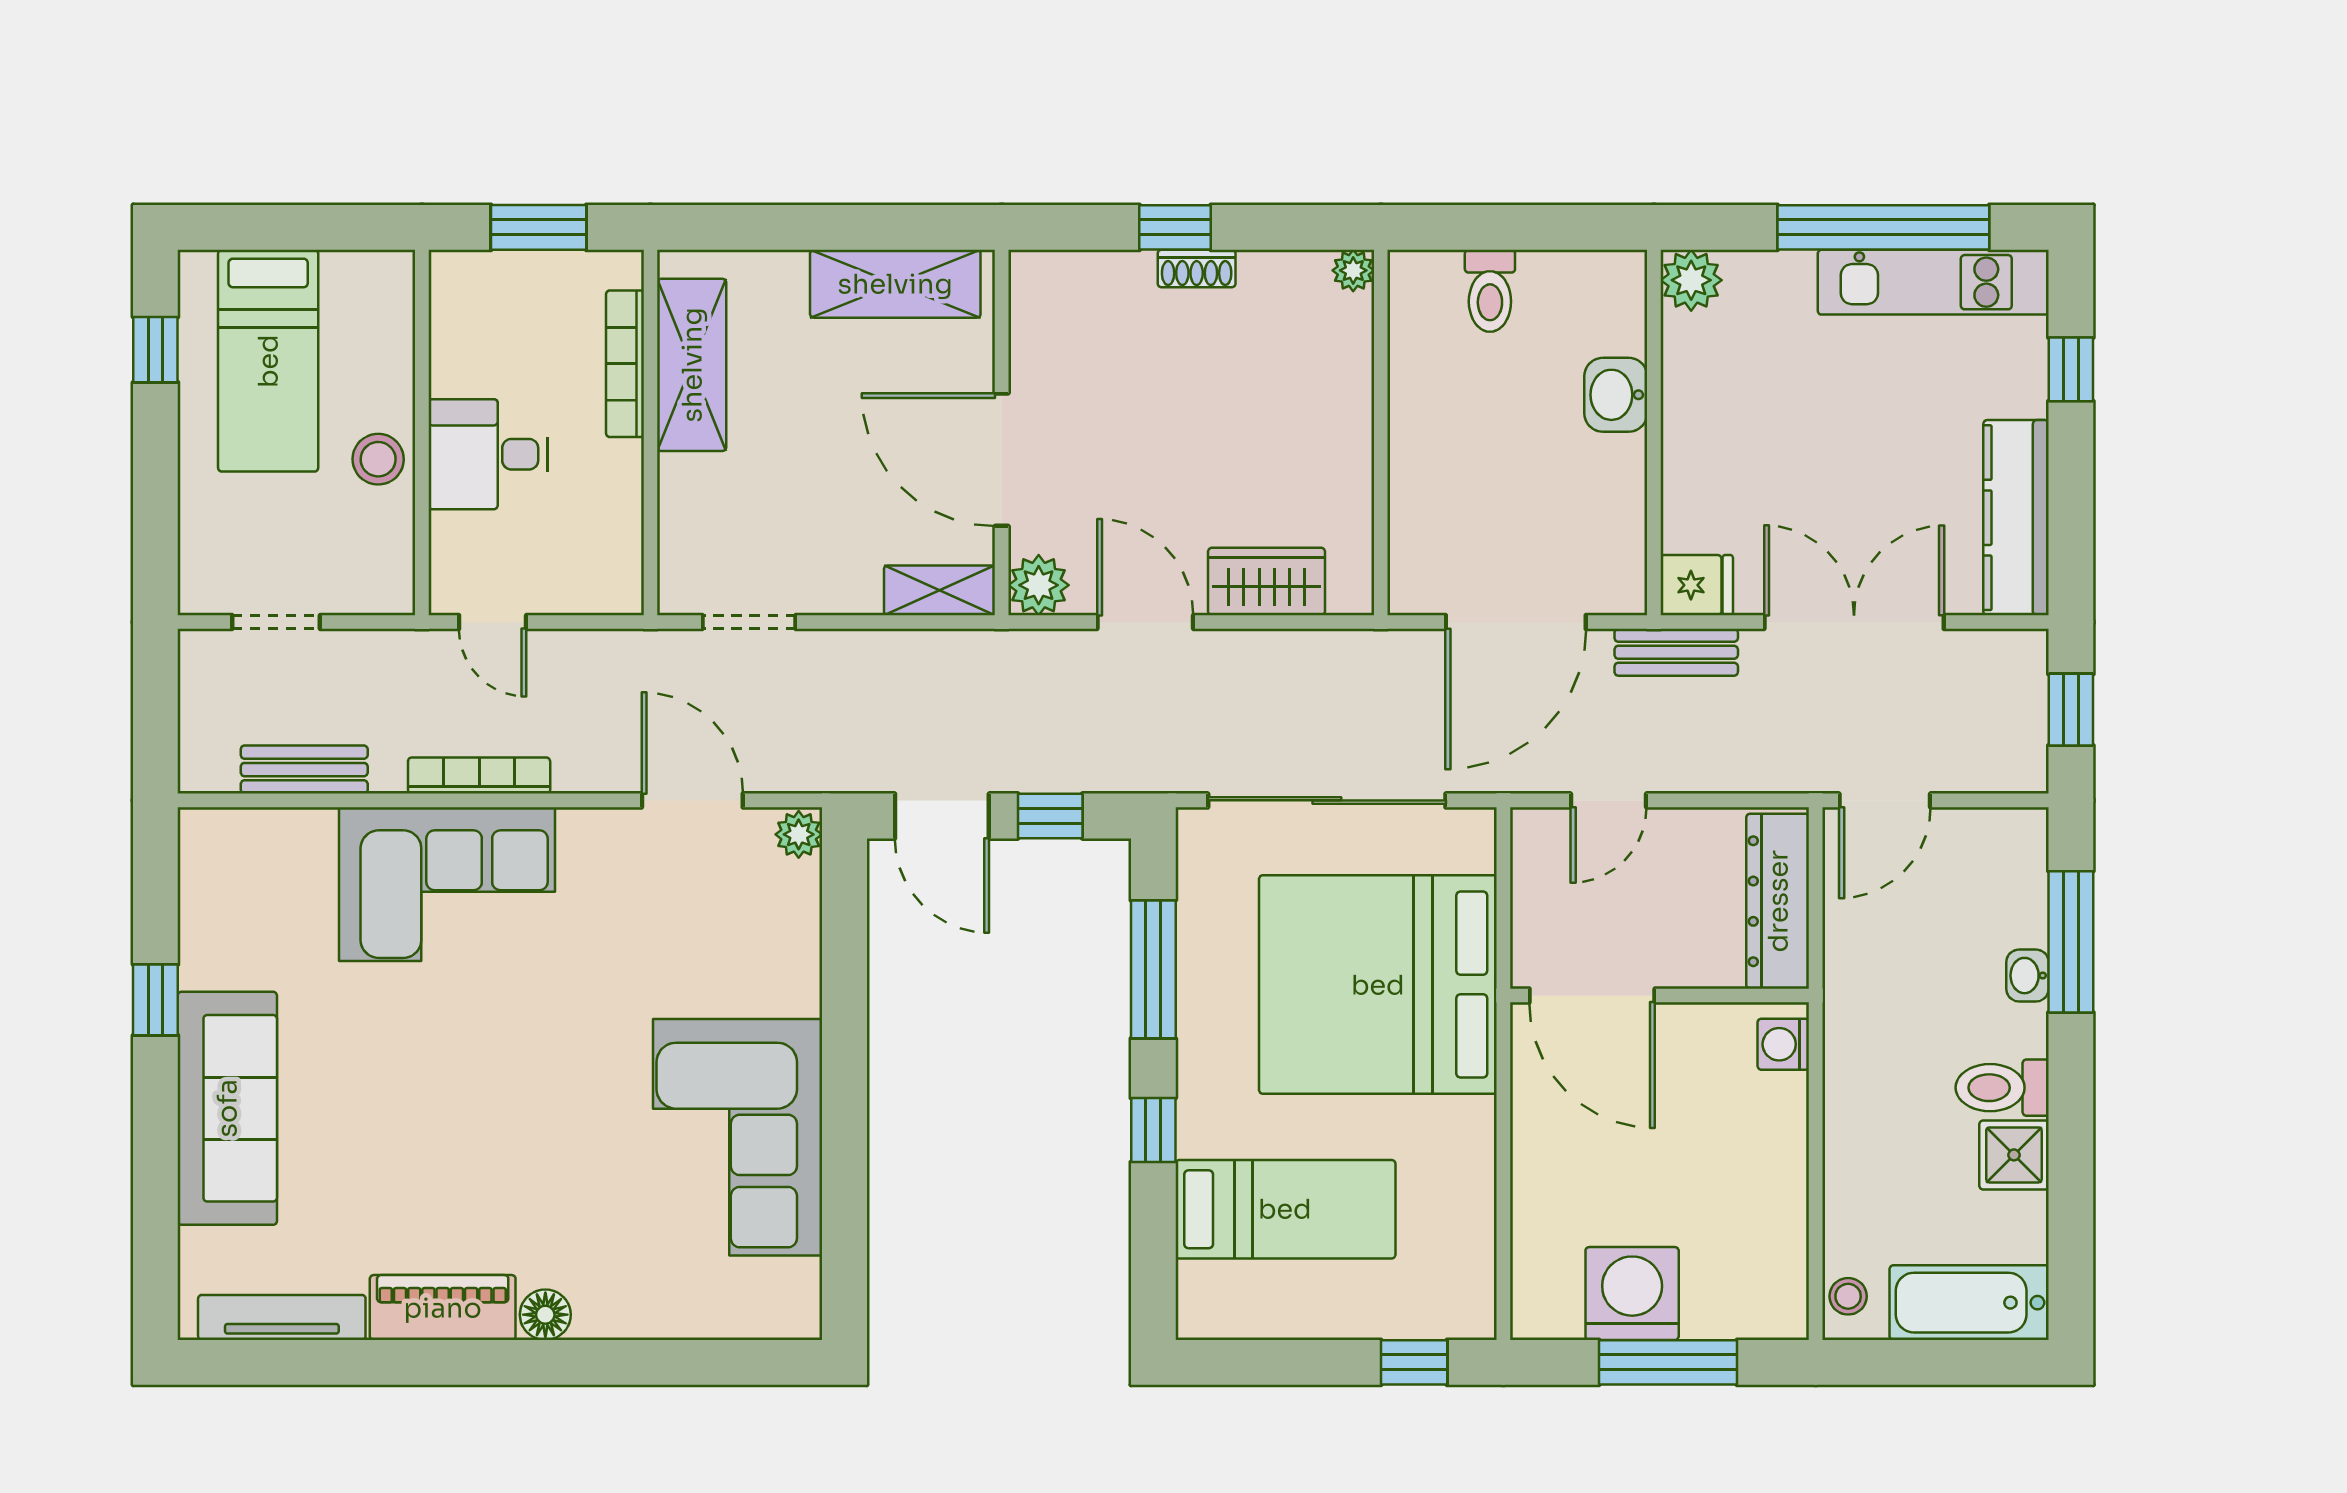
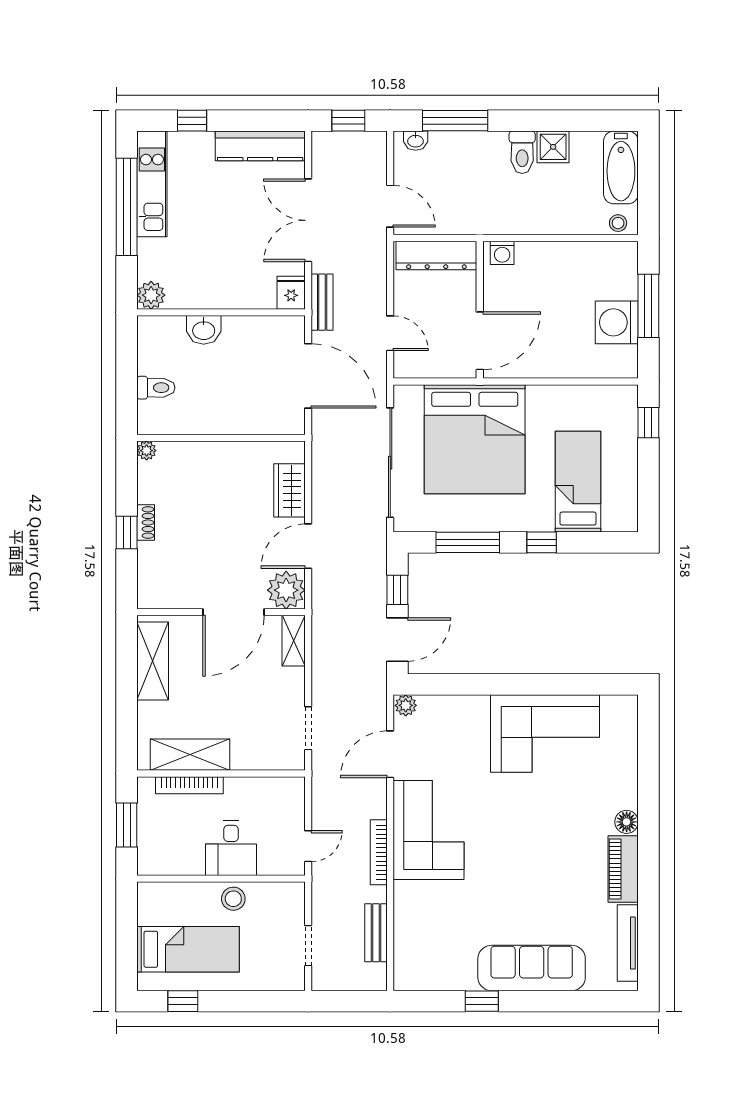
plant: (1039, 585) -> (286, 590), width x1.36, depth x1.36
corner sofa: (447, 884) -> (429, 830), moved
washbasin: (2027, 976) -> (416, 141), moved

